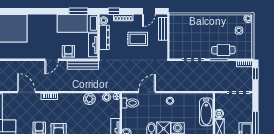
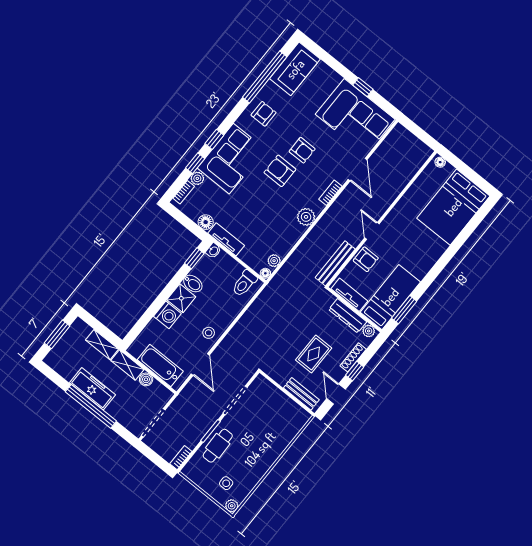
window: (114, 11) -> (355, 371), moved
window: (255, 74) -> (159, 461), removed
door: (26, 92) -> (358, 170), hinge flipped
door: (147, 92) -> (200, 365), moved
plant: (89, 99) -> (306, 217), moved

